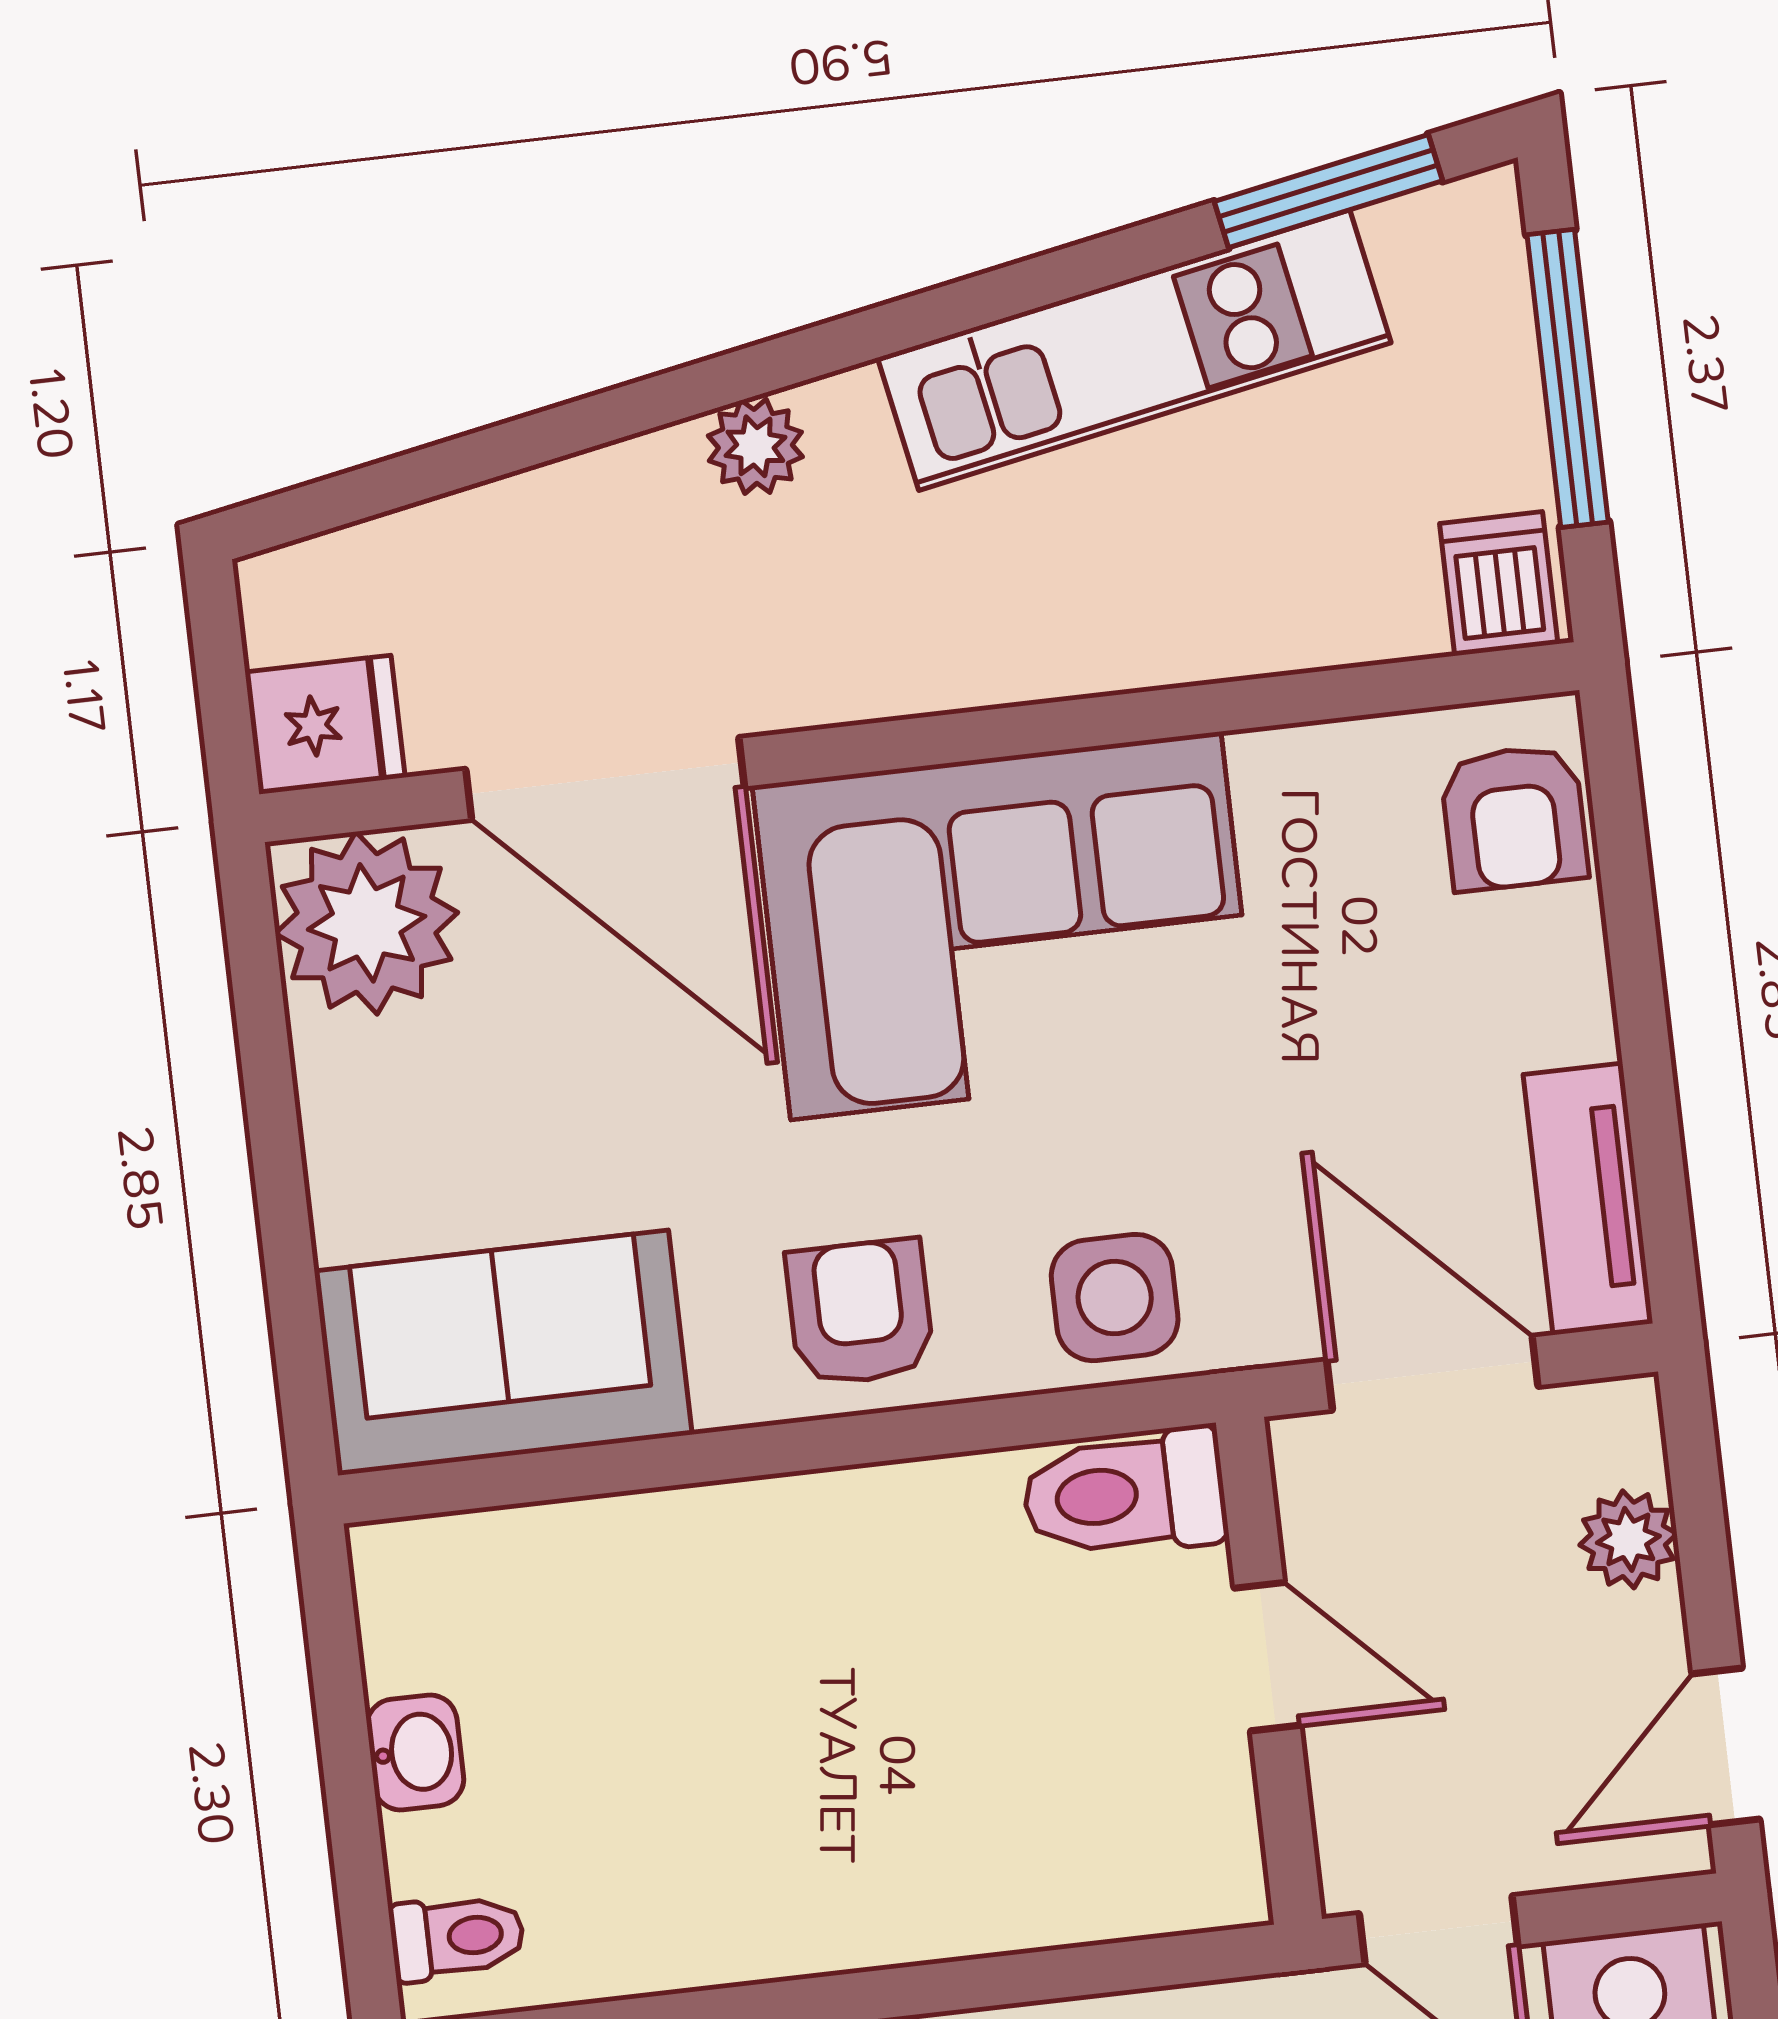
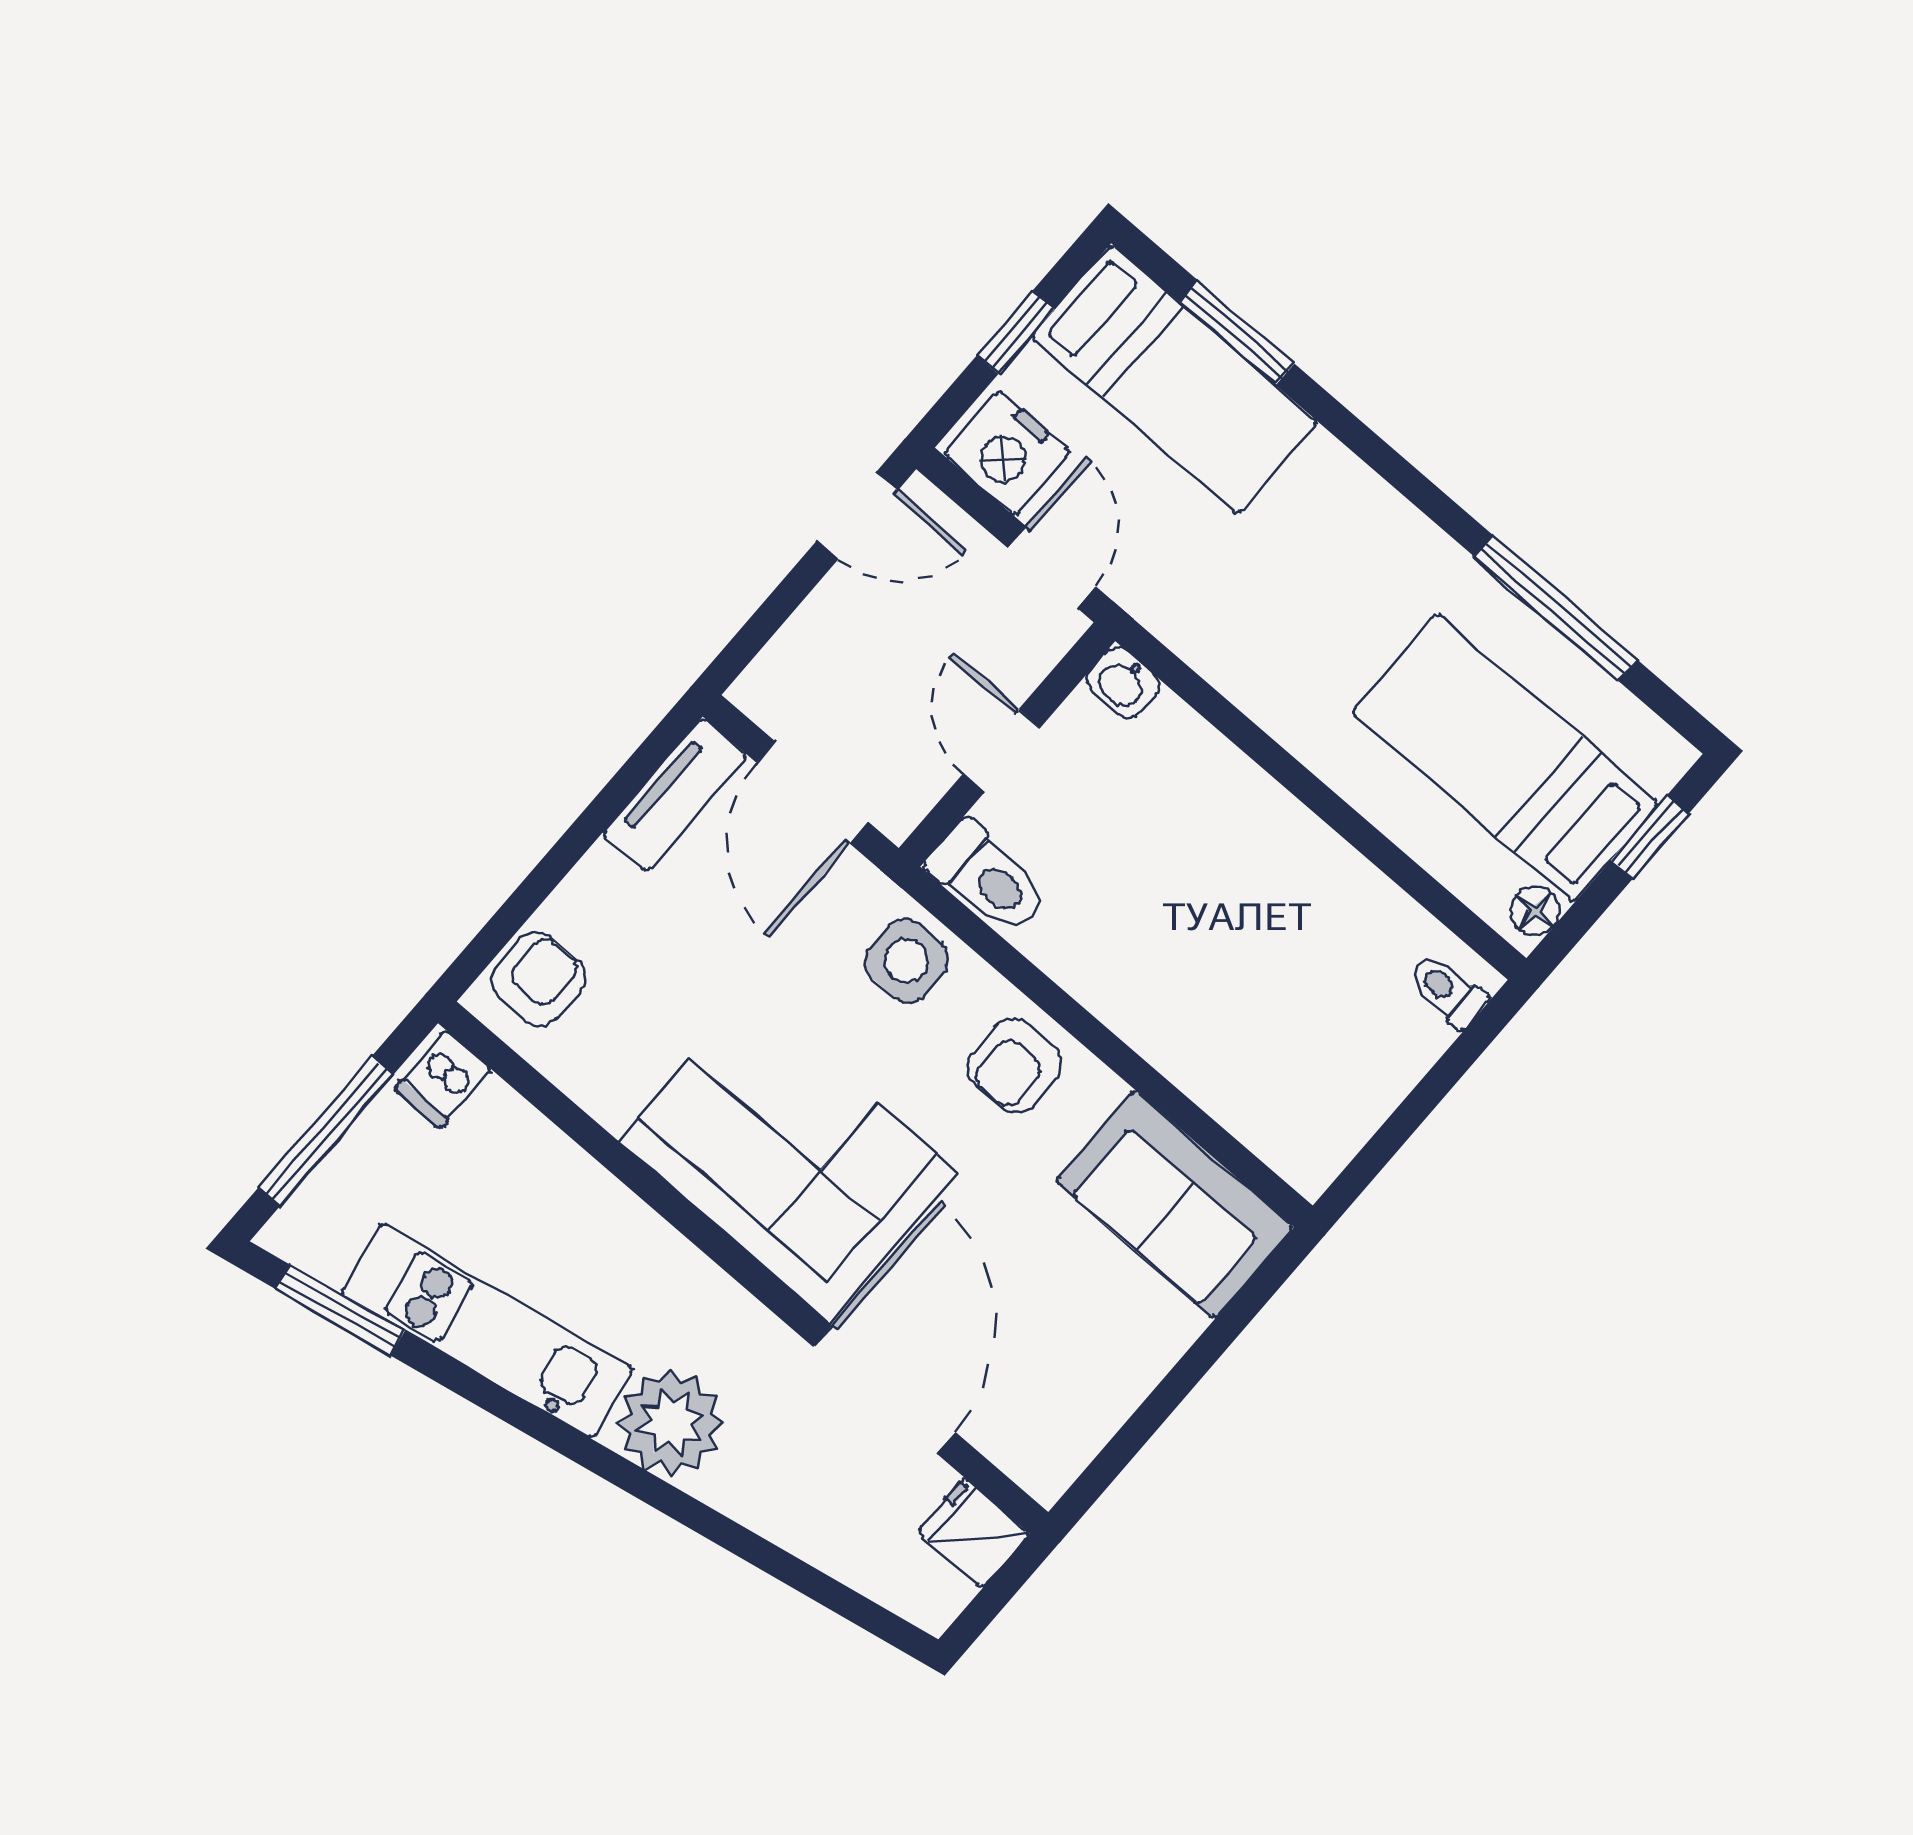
plant: (755, 446) -> (671, 1423), width x1.88, depth x1.88
plant: (367, 923) -> (1043, 1436), removed
plant: (1628, 1539) -> (806, 641), removed
washbasin: (415, 1752) -> (1123, 682), moved, turned -90

